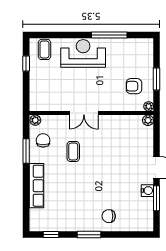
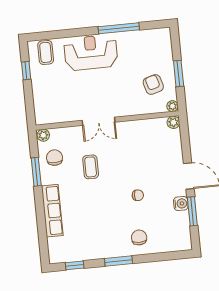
armchair: (134, 86) -> (153, 84), turned 74
chair: (111, 180) -> (138, 195), added
chair: (109, 216) -> (139, 237), turned 90

